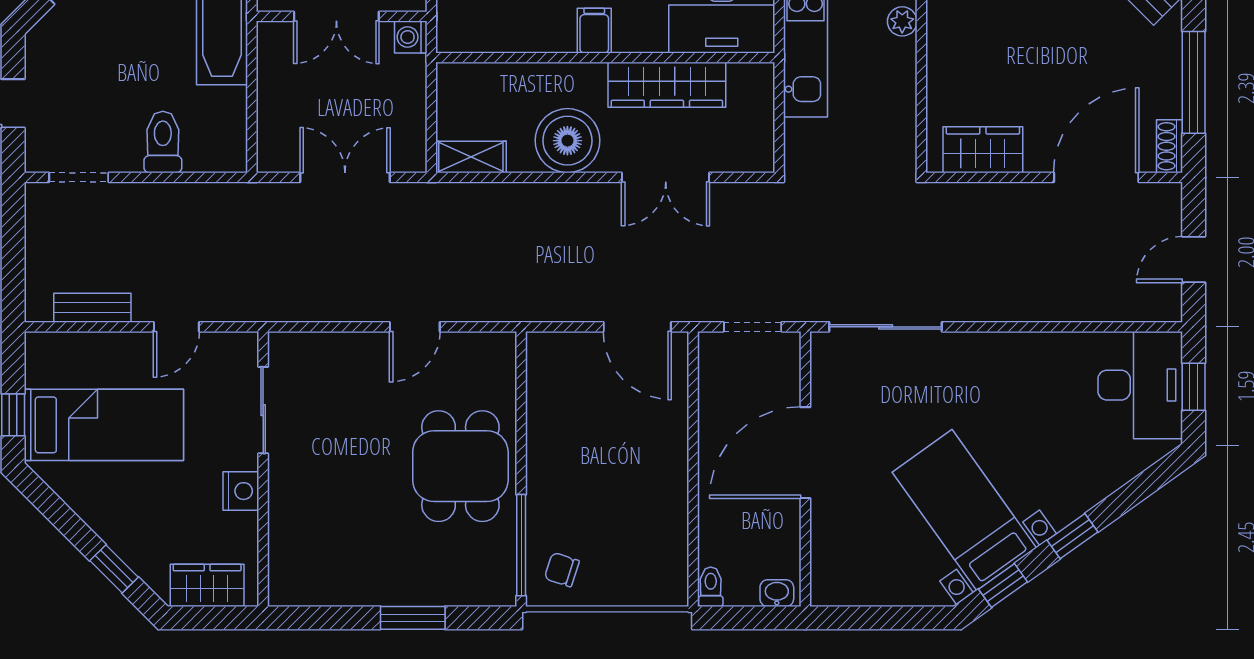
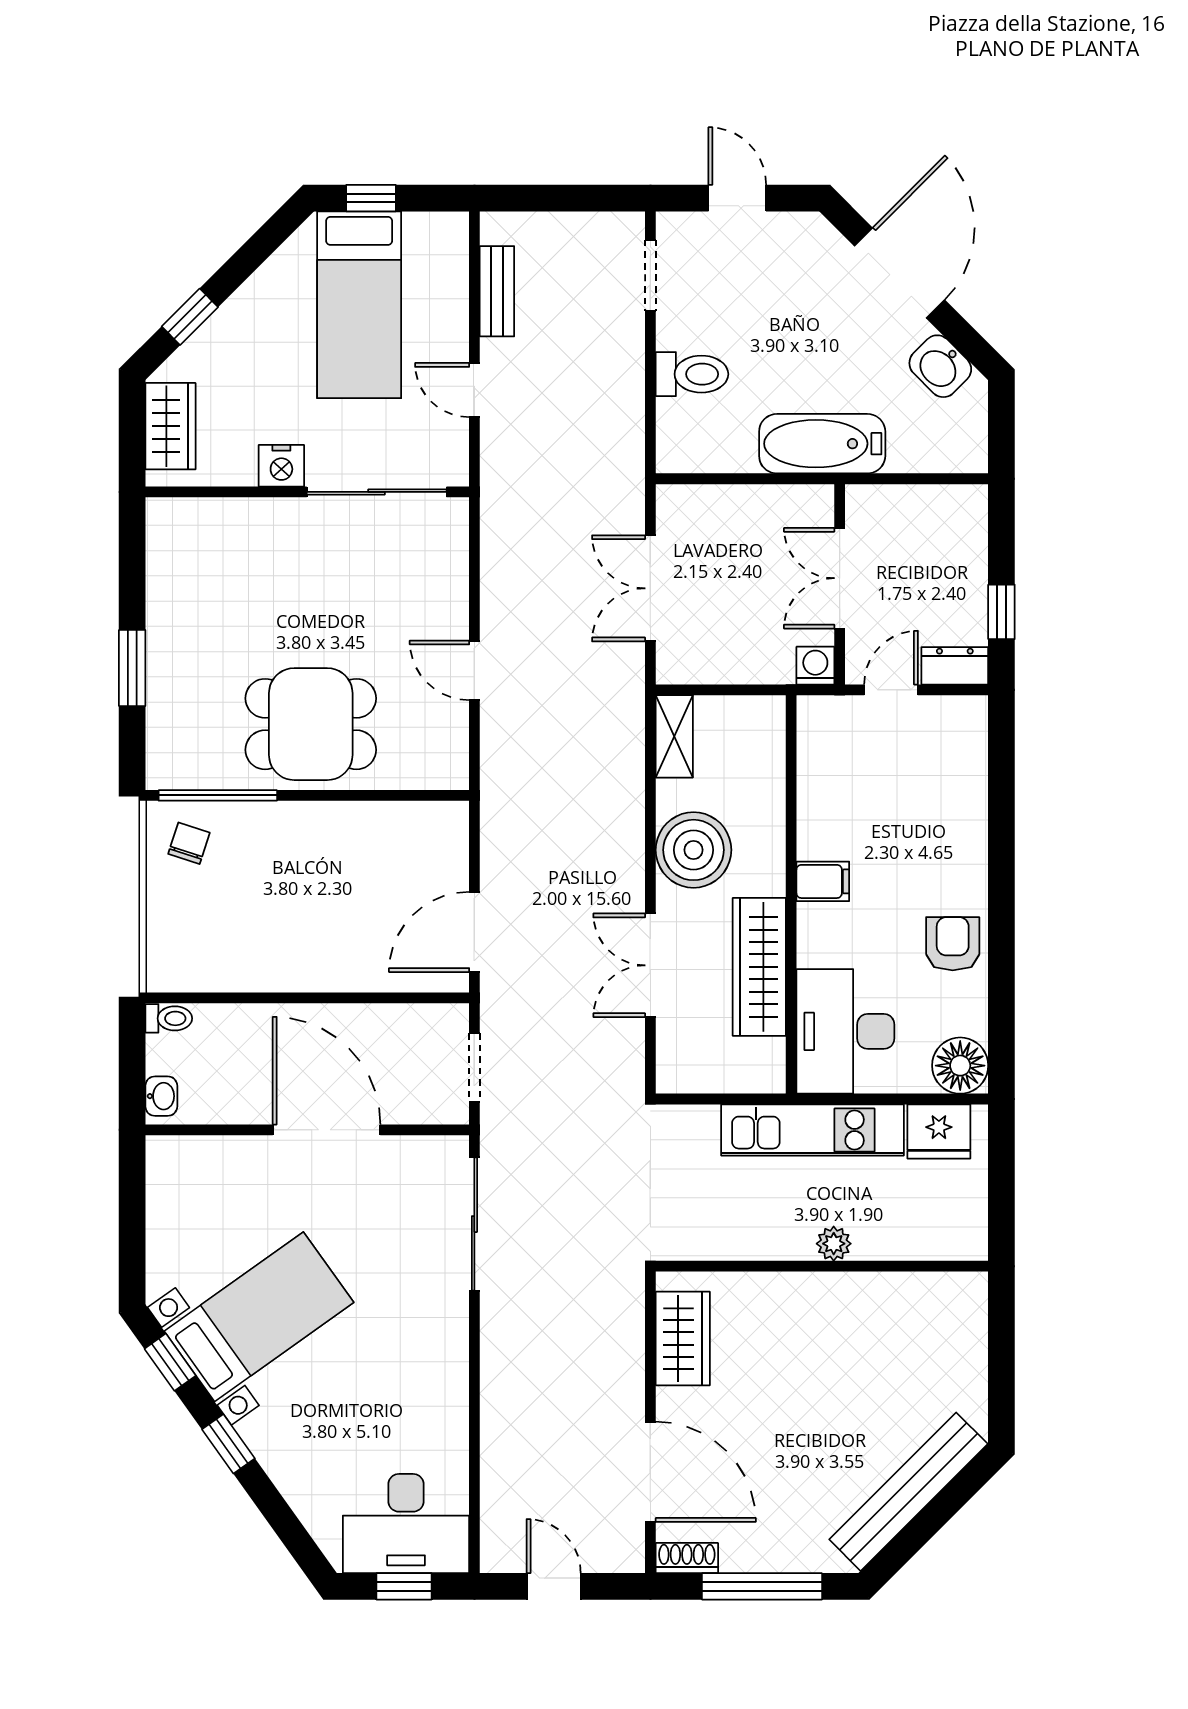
double door: (345, 177) -> (650, 588), swing flipped
sliding door: (263, 410) -> (377, 492), width x1.37

